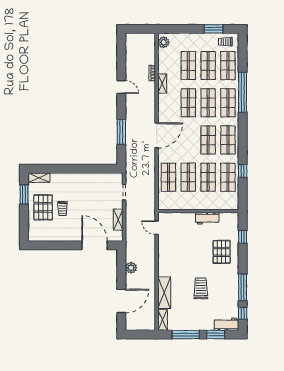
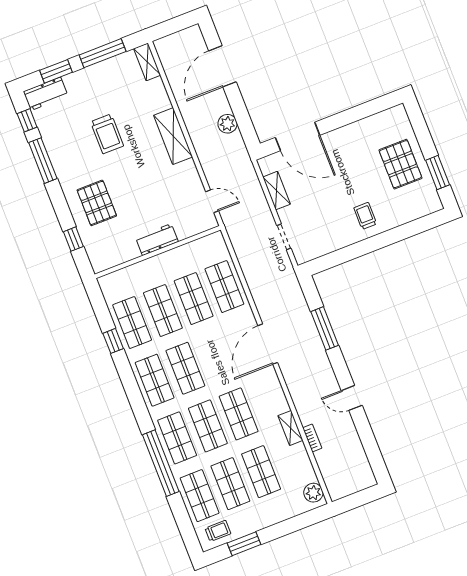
shelving: (39, 178) -> (425, 208), removed
trolley: (62, 209) -> (365, 216), moved
workbench: (207, 218) -> (157, 240), moved
shelving: (164, 293) -> (173, 136), moved

